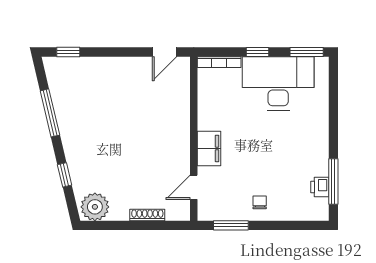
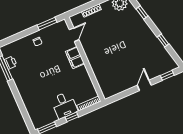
door: (165, 52) -> (144, 85), moved
desk: (278, 83) -> (64, 105), width x0.53, depth x0.77
window: (50, 113) -> (163, 41), width x0.46

